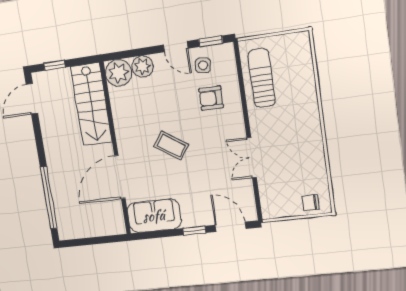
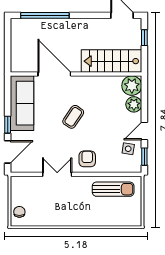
armchair: (211, 98) -> (87, 159), moved
sofa: (154, 216) -> (22, 103), width x1.36

